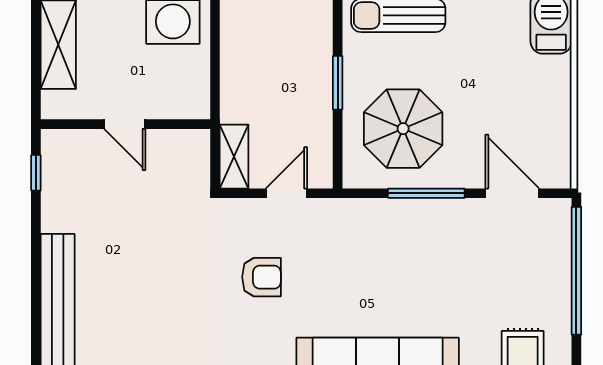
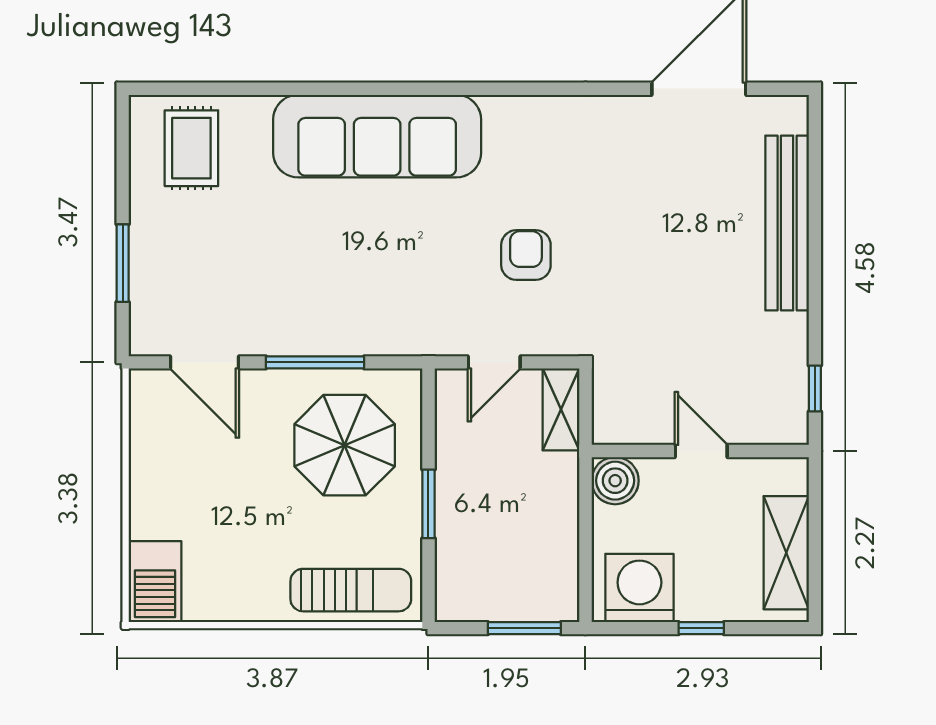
boiler: (192, 101) -> (615, 481), added
window: (576, 271) -> (123, 263), width x0.47
armchair: (261, 277) -> (526, 255), turned 90

